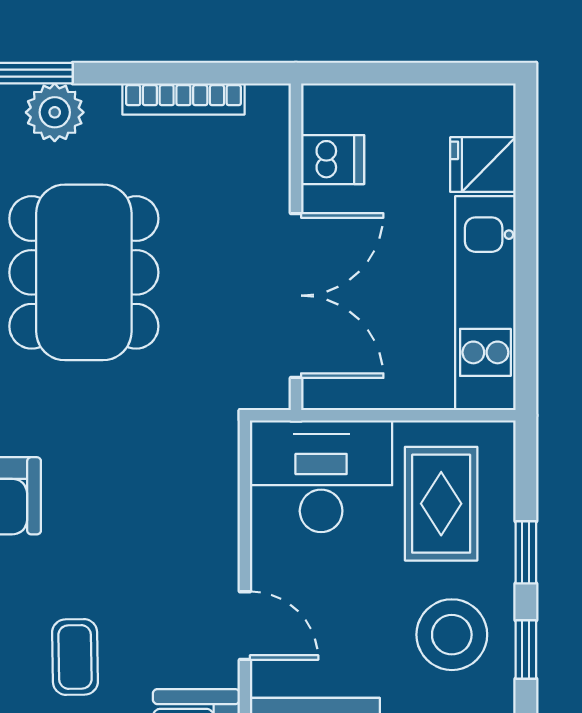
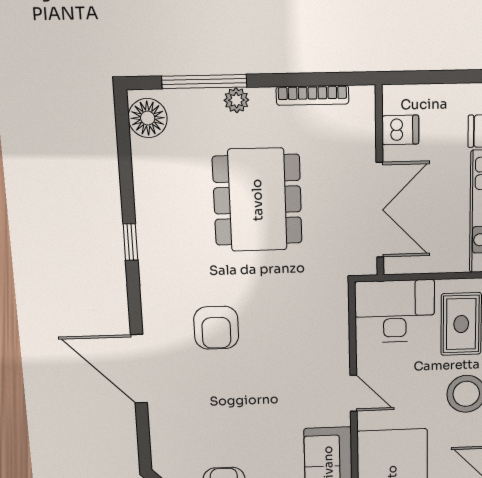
plant: (55, 112) -> (236, 100), width x0.73, depth x0.73
coffee table: (75, 657) -> (261, 413), removed

